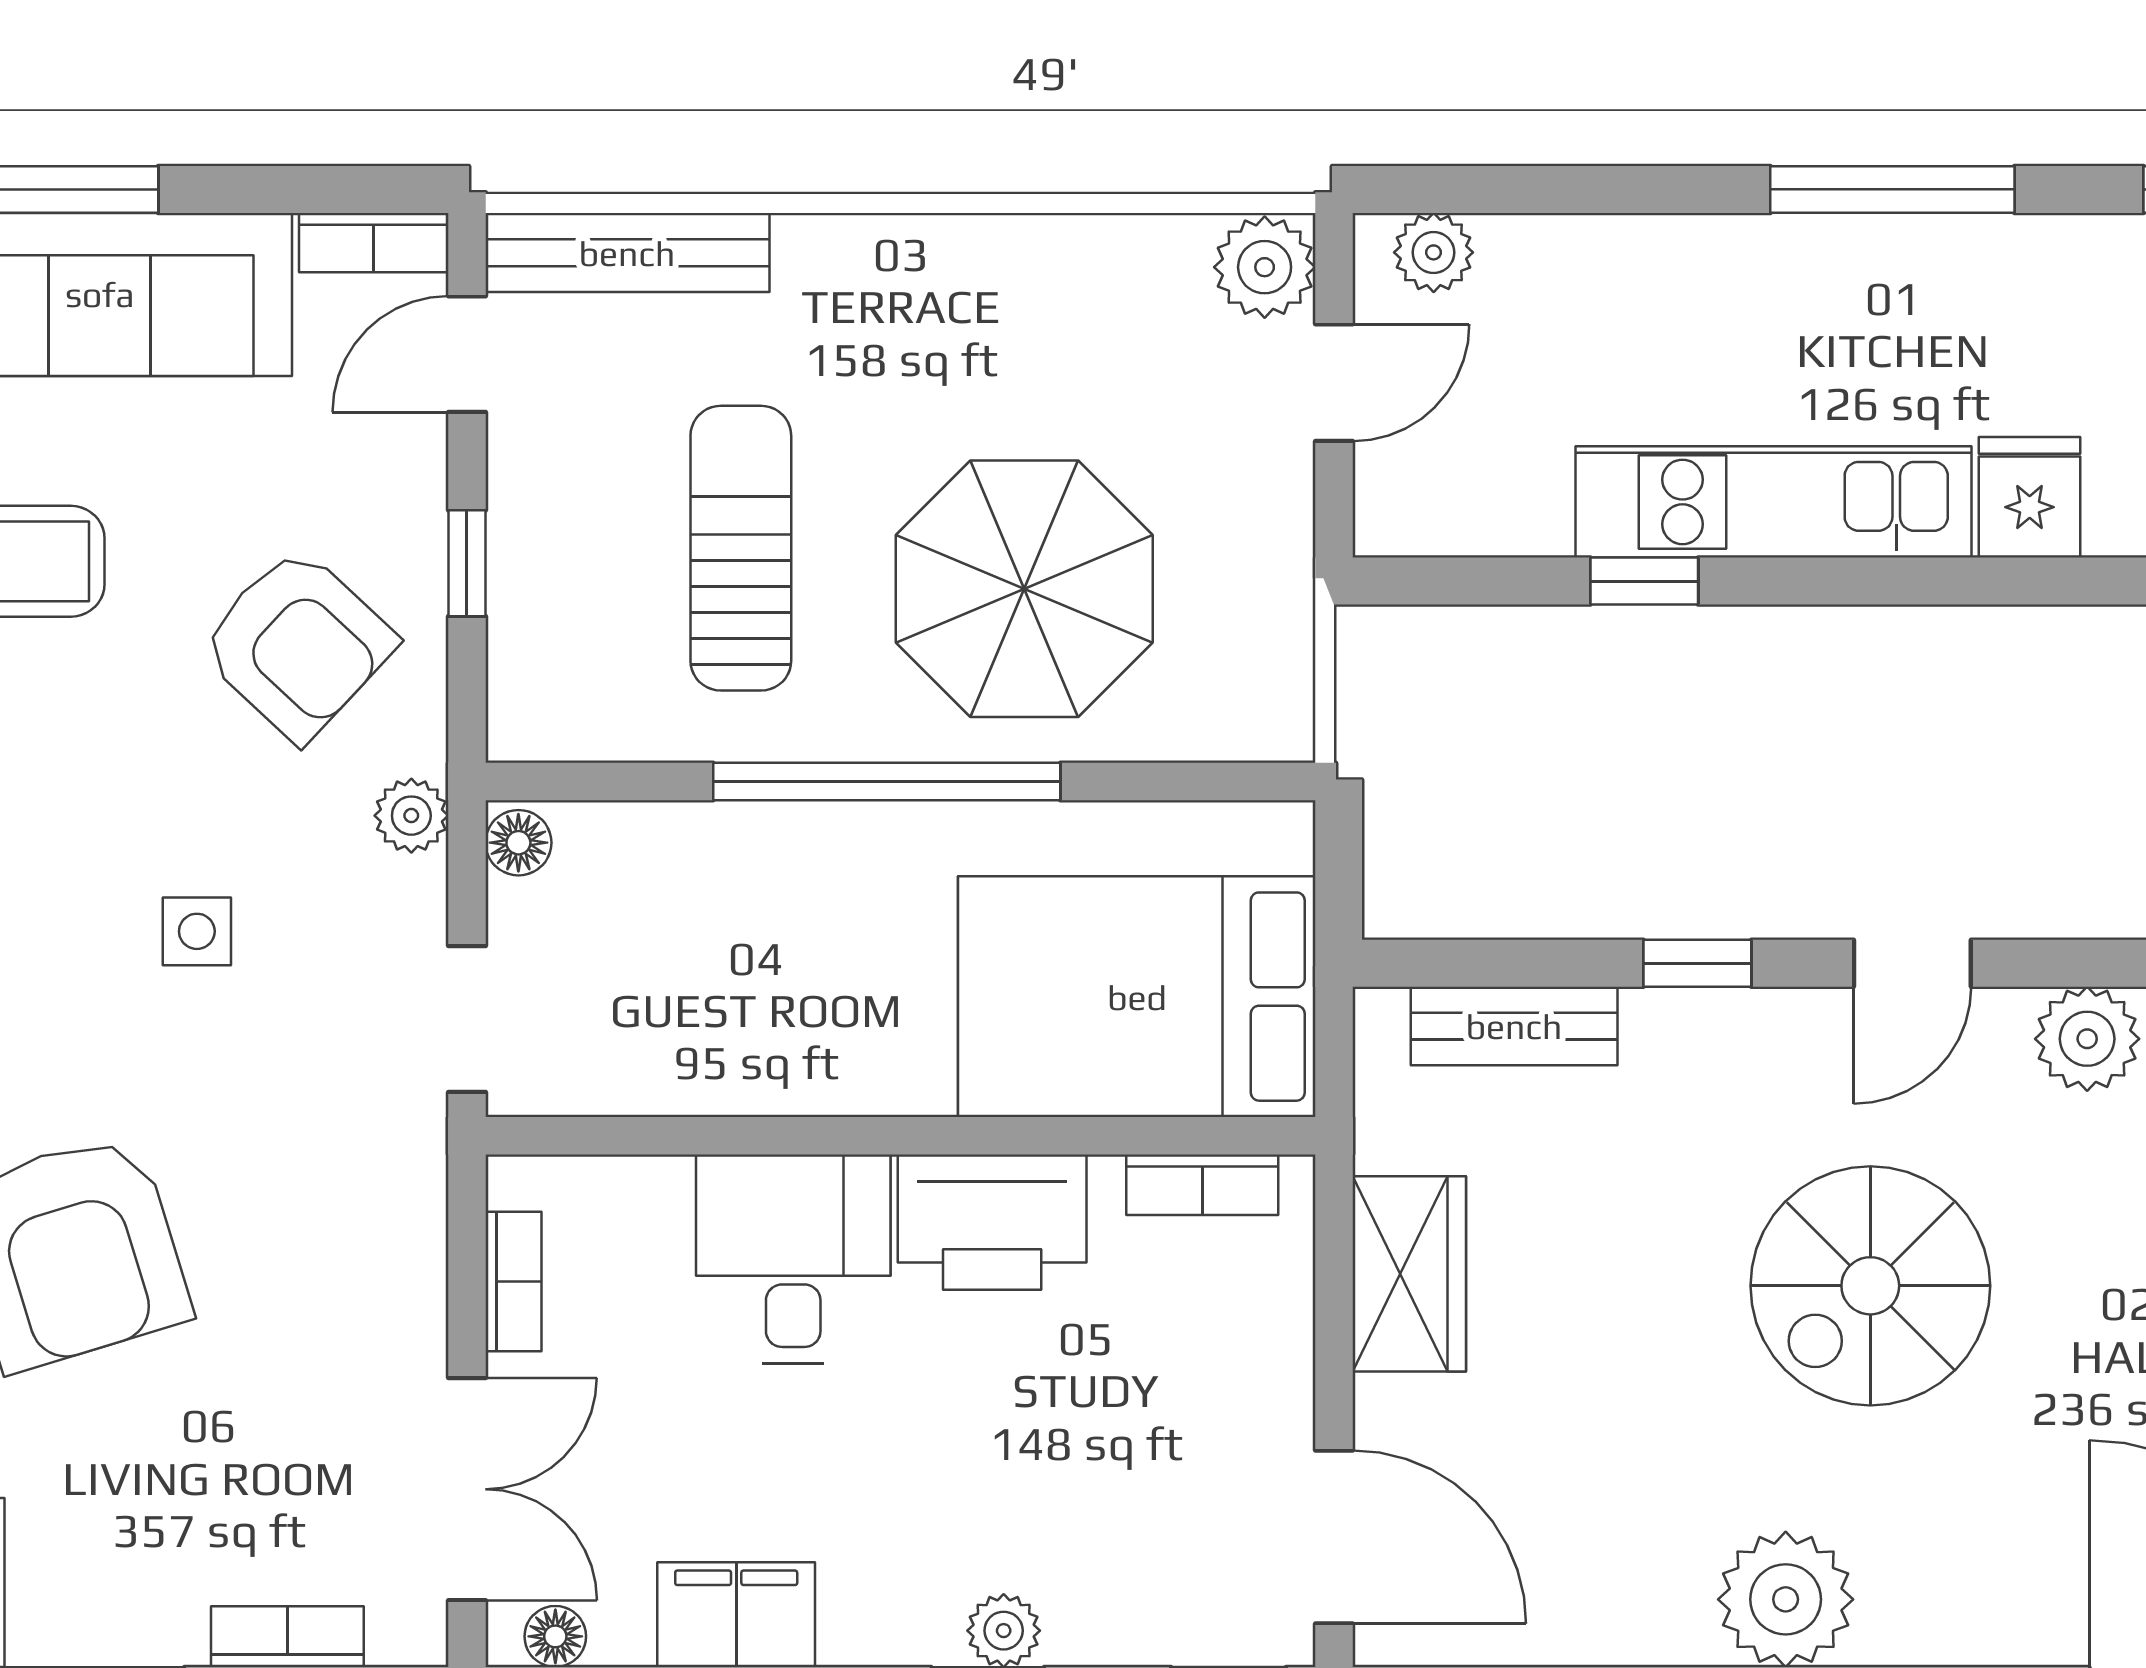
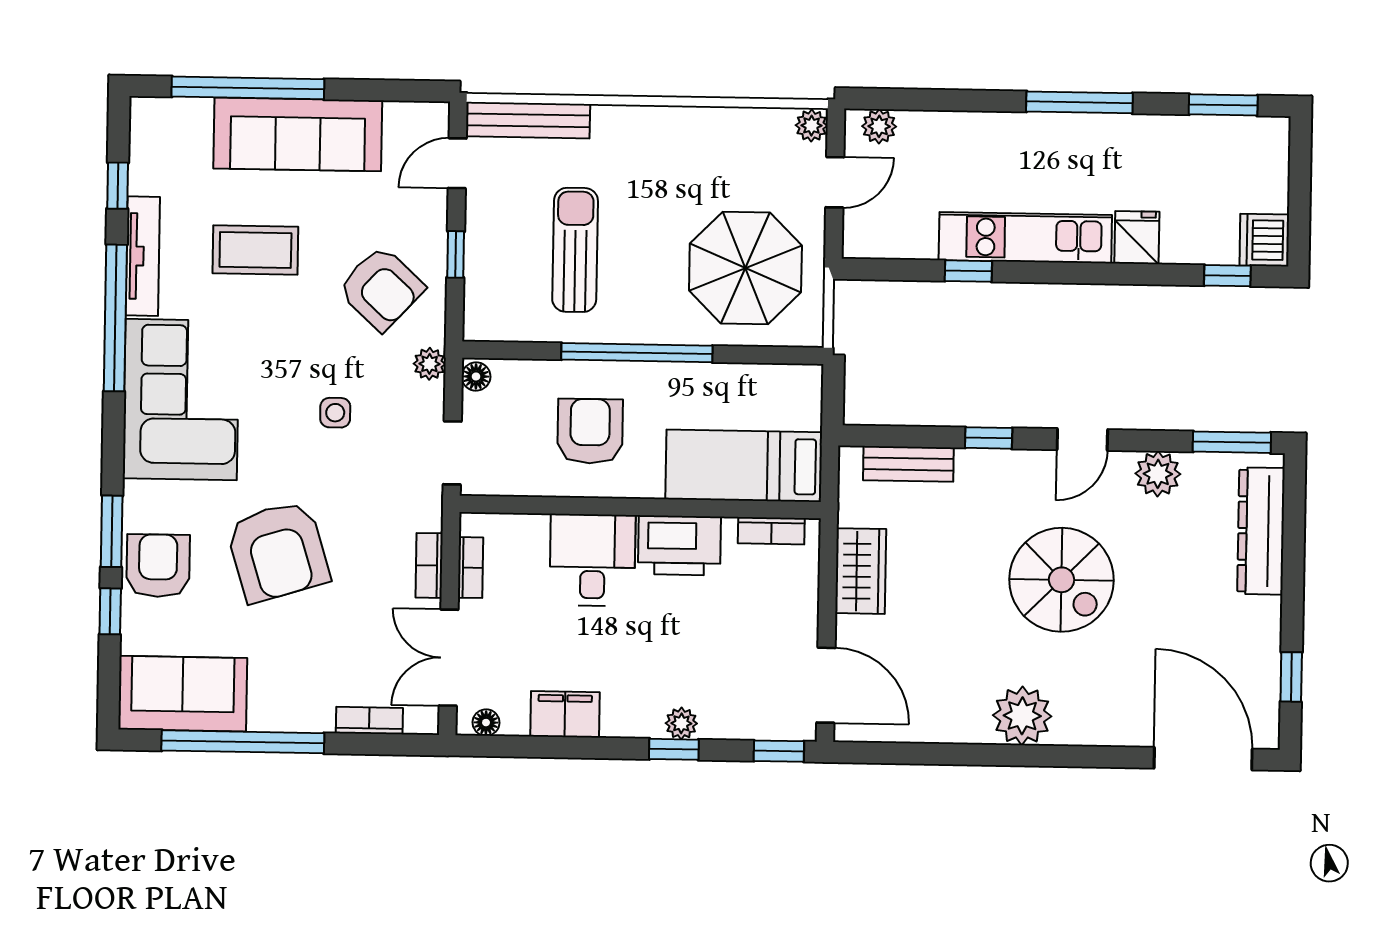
bookcase: (374, 243) -> (429, 565), moved, turned 90
plant: (1265, 267) -> (812, 126), width x0.73, depth x0.73
parasol: (1024, 589) -> (745, 268), moved
armchair: (782, 964) -> (590, 431), added
bed: (1137, 997) -> (744, 466), width x0.67
spiral stairs: (1870, 1286) -> (1062, 580), turned -90
double door: (467, 1489) -> (449, 658), swing flipped

